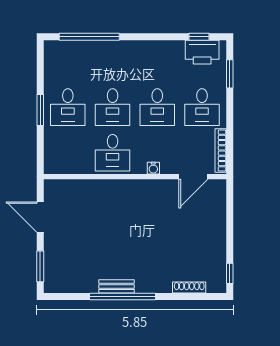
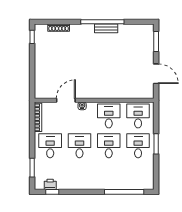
printer: (202, 52) -> (50, 184), width x0.53, depth x0.68
desk: (68, 153) -> (138, 116), added
door: (193, 177) -> (66, 100), moved

